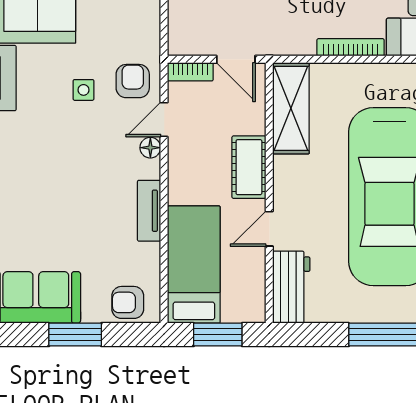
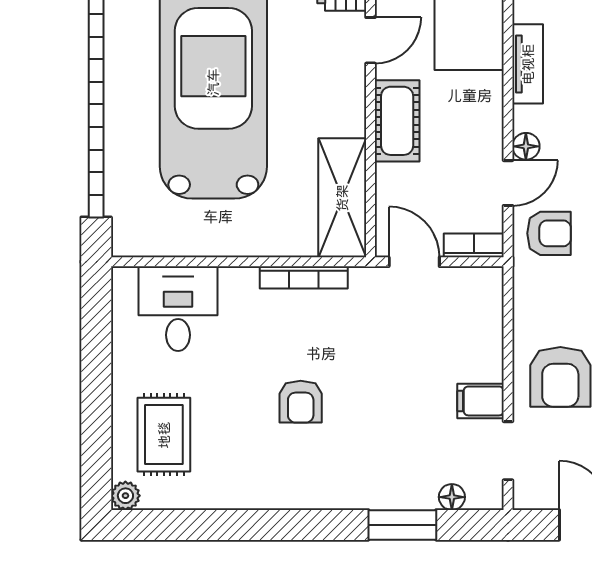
bookcase: (351, 47) -> (304, 277), moved
armchair: (133, 81) -> (549, 233), turned -90

